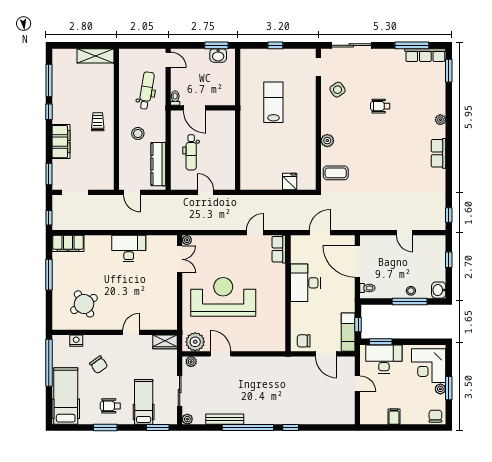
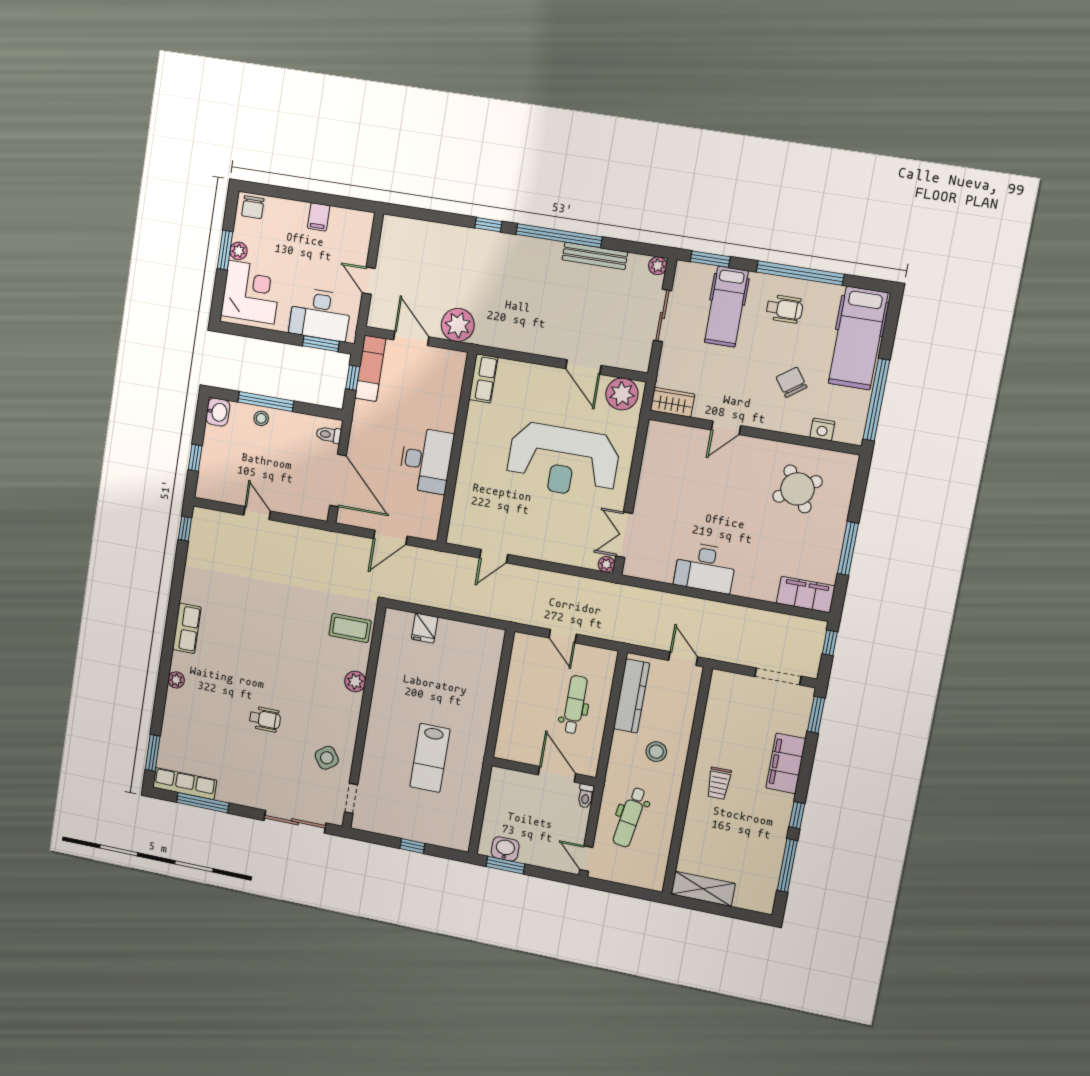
row of seats: (279, 249) -> (483, 378), moved
chair: (304, 341) -> (444, 366), removed
plant: (191, 362) -> (458, 325), moved, width x1.88, depth x1.88
window: (105, 428) -> (800, 273), width x2.11

